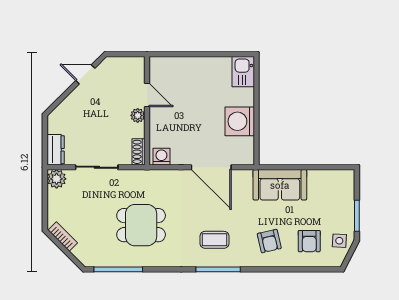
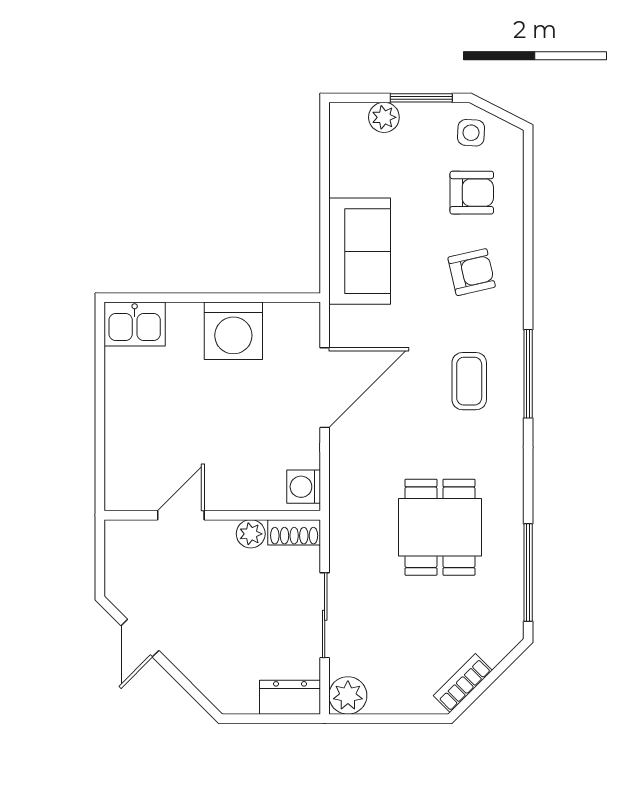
plant: (138, 115) -> (251, 534), moved
plant: (347, 197) -> (384, 117), added

